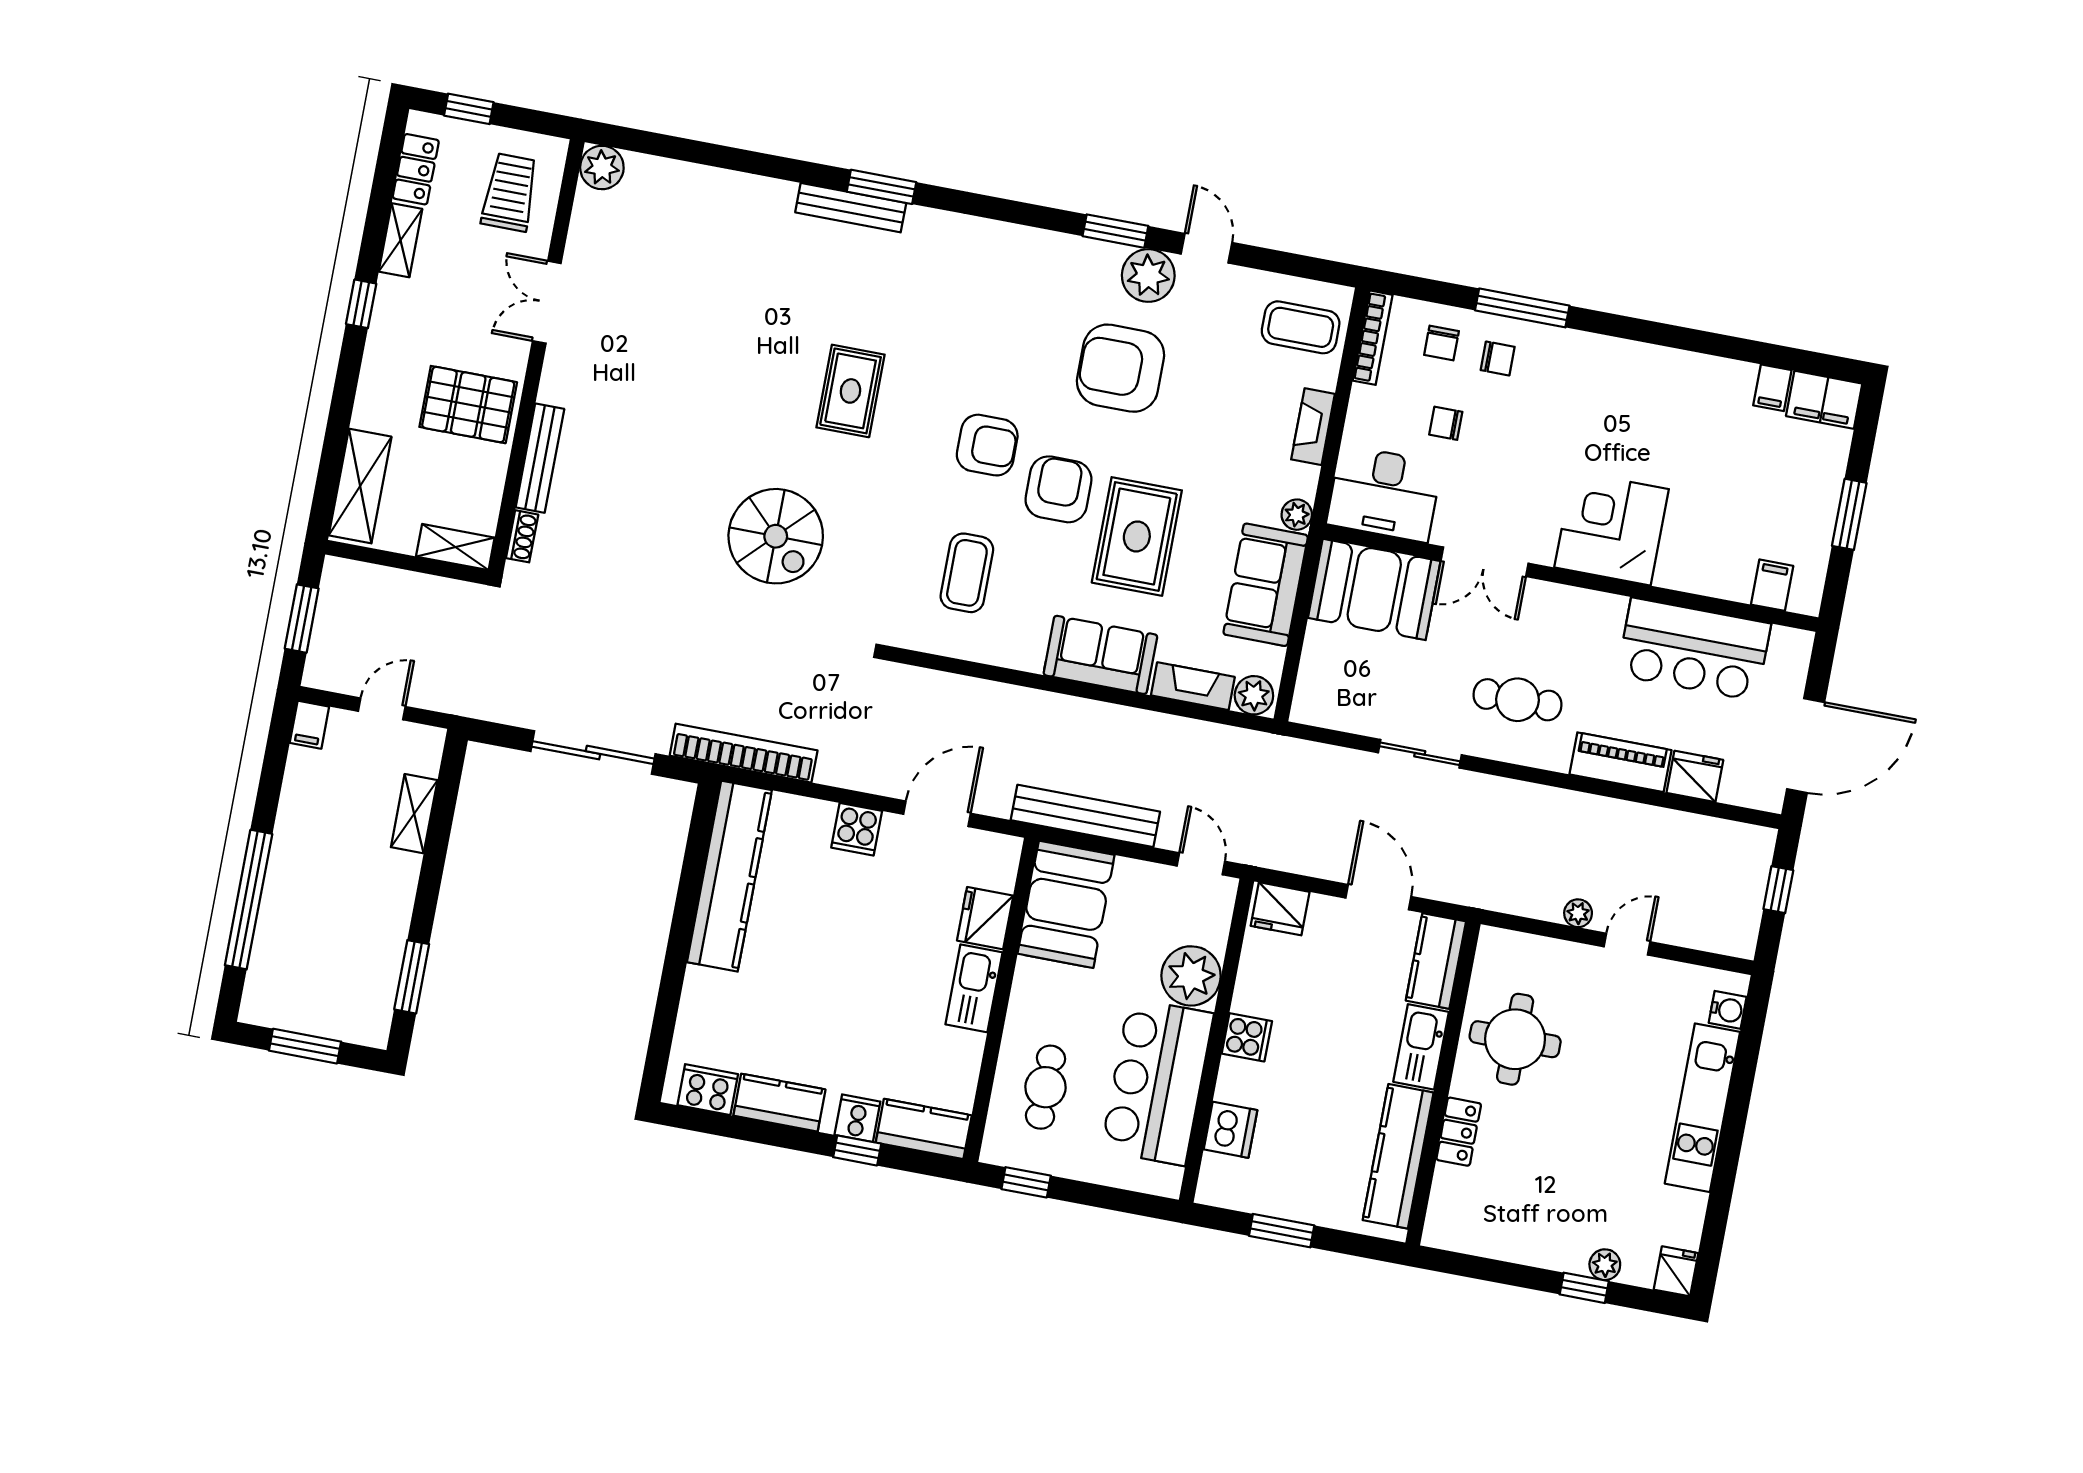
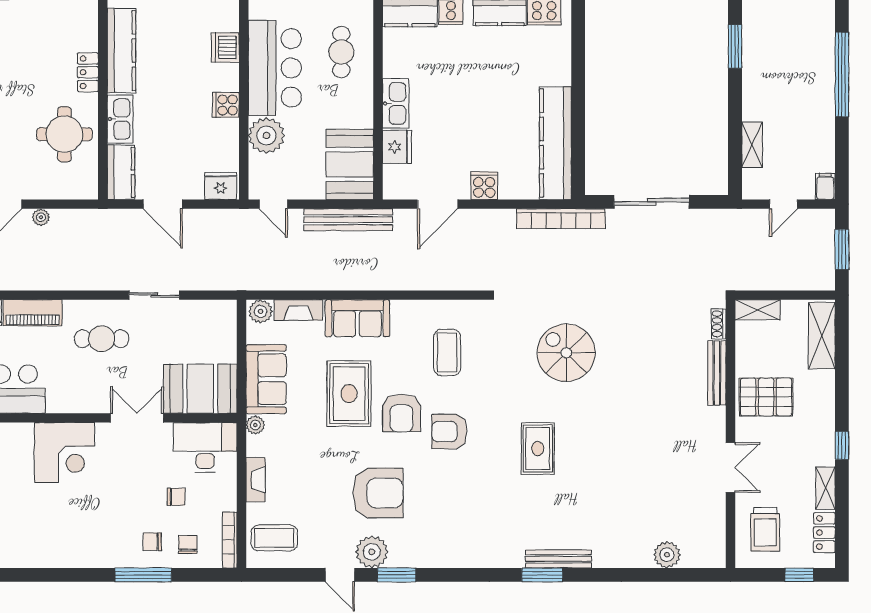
plant: (602, 167) -> (667, 555), moved

